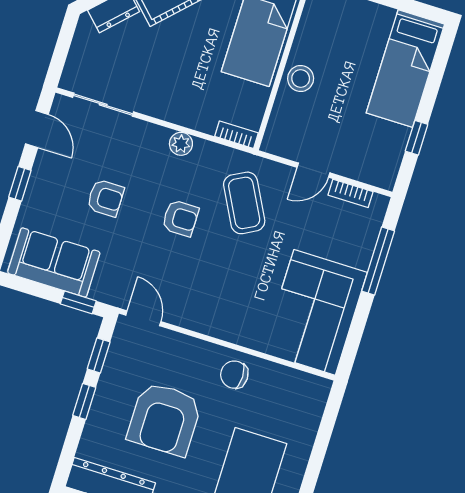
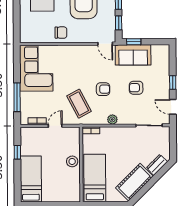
armchair: (180, 218) -> (103, 89), turned 180
sofa: (54, 263) -> (133, 55), moved

